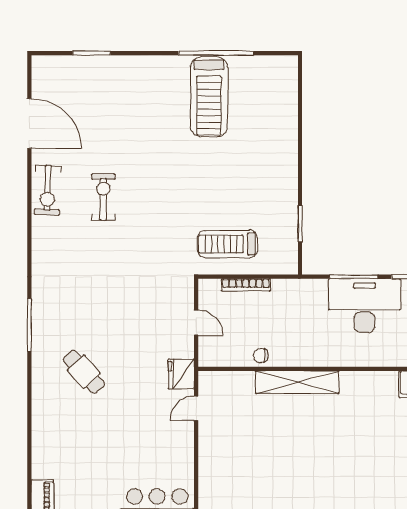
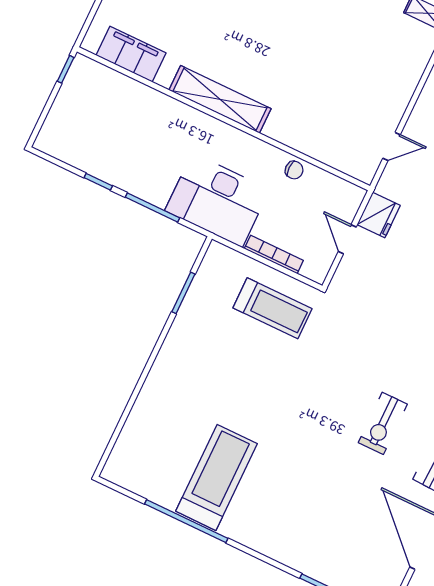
desk: (365, 306) -> (217, 200), moved
fridge: (181, 374) -> (379, 215), moved
shelving: (297, 382) -> (220, 99), moved

